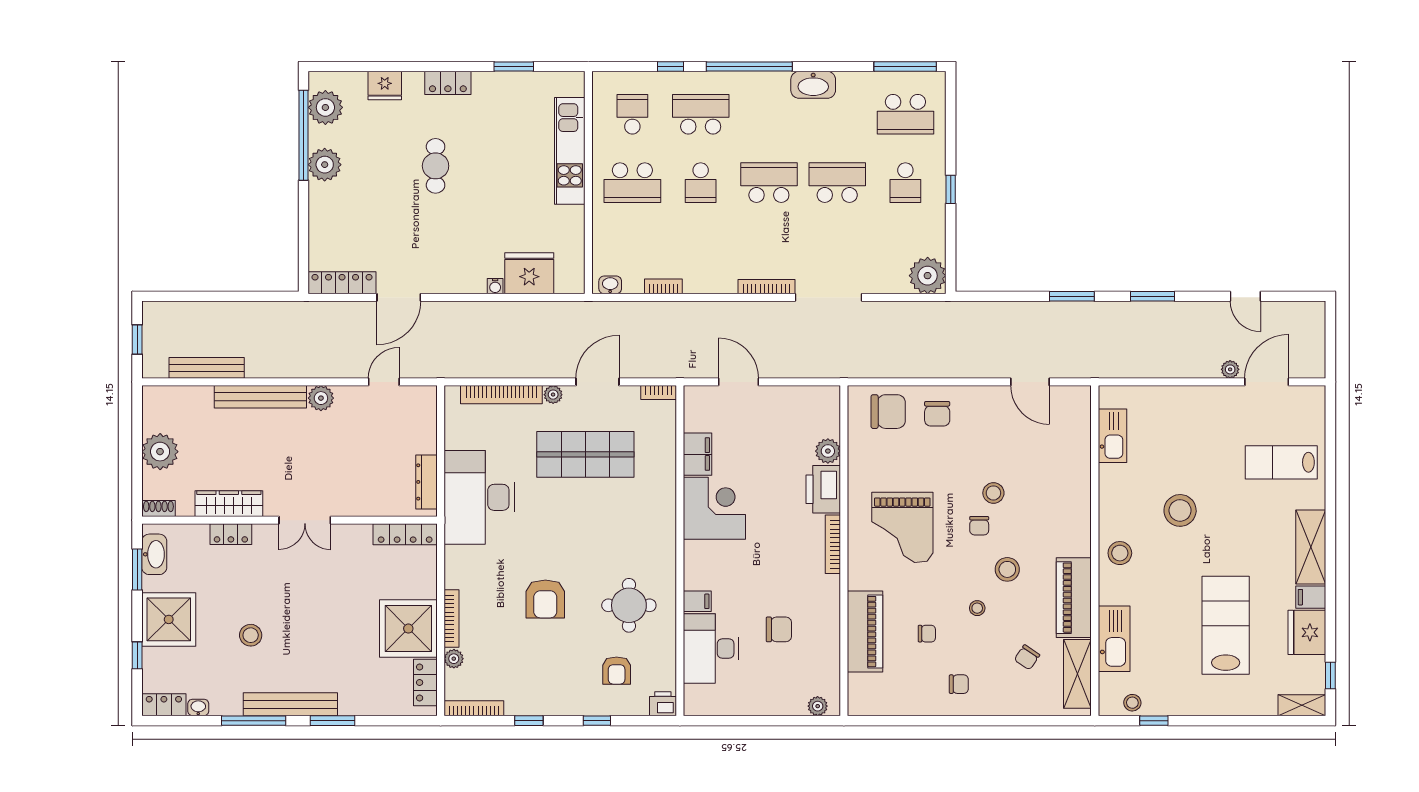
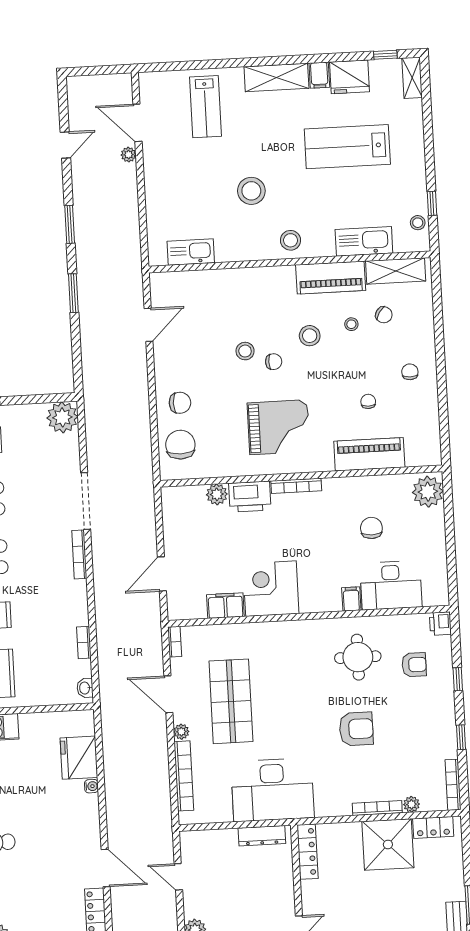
stool: (977, 608) -> (351, 324), moved
plant: (818, 706) -> (428, 492), width x1.87, depth x1.87

